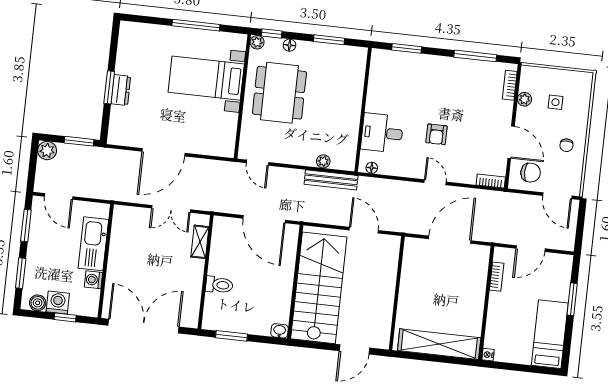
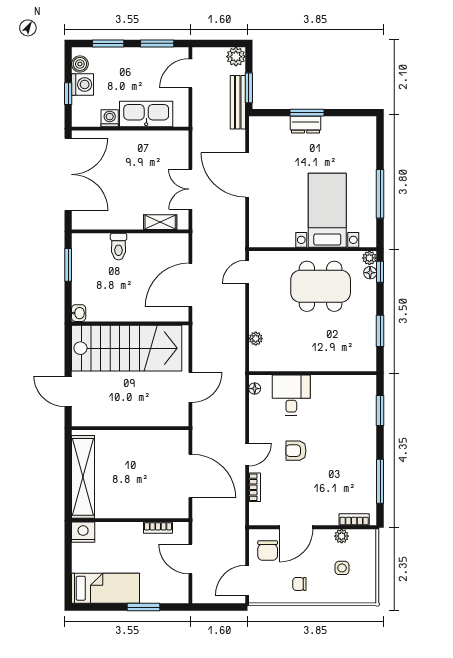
floor lamp: (290, 45) -> (370, 273), moved
bench: (331, 180) -> (238, 102), moved
bookcase: (491, 181) -> (255, 487), moved
nightstand: (488, 355) -> (83, 532), width x1.89, depth x1.79

